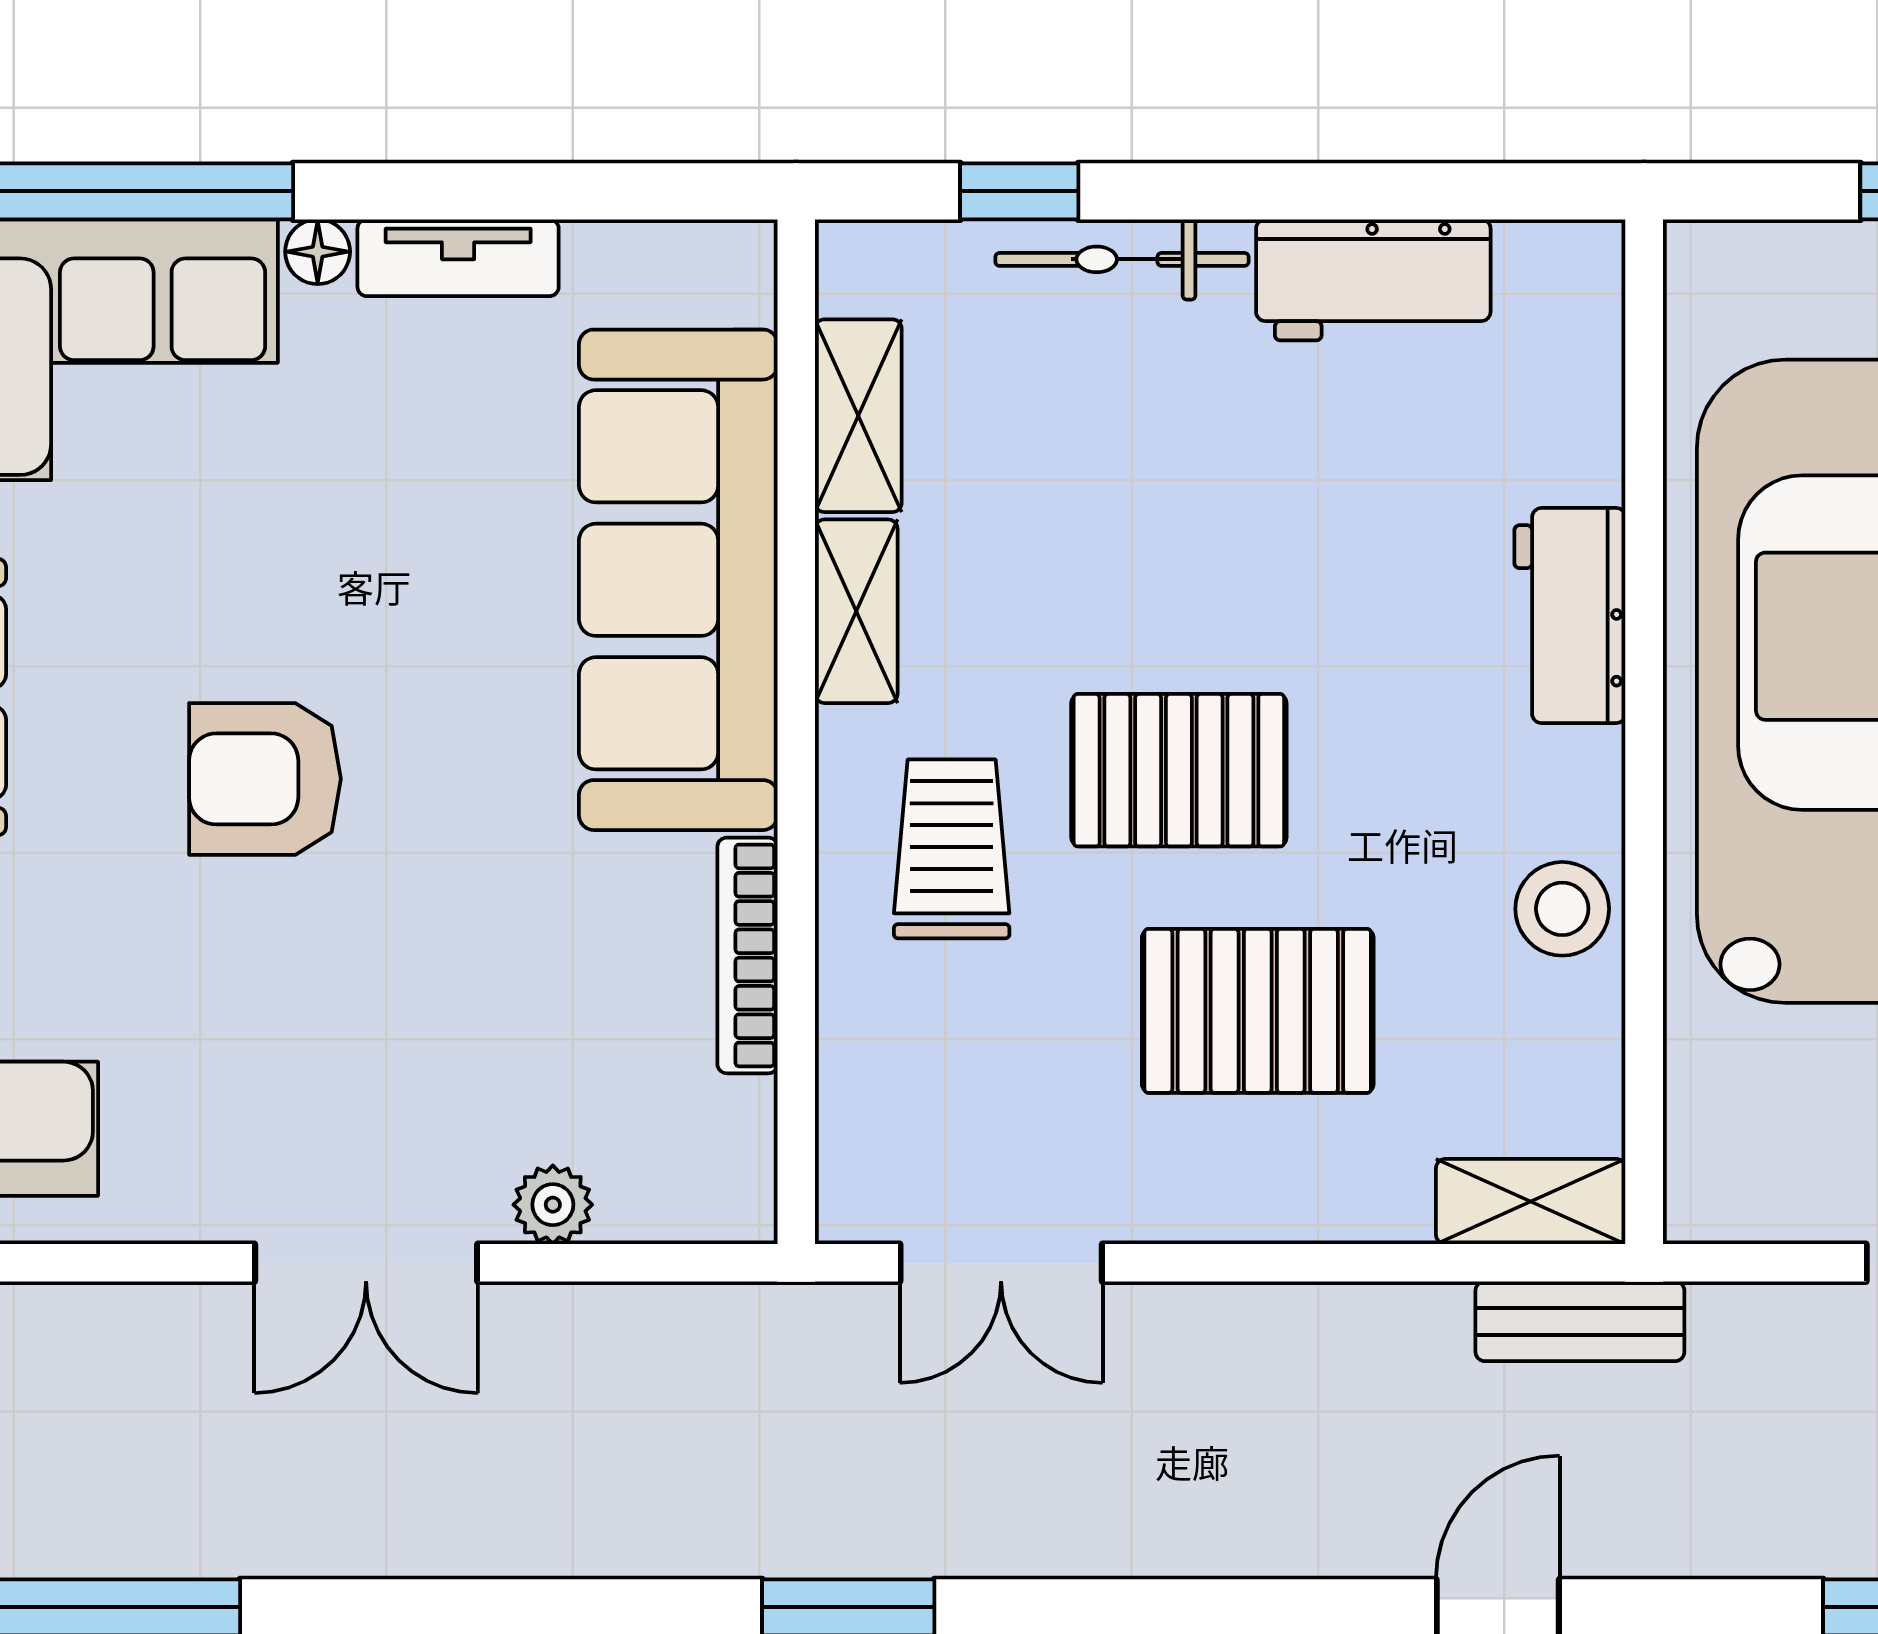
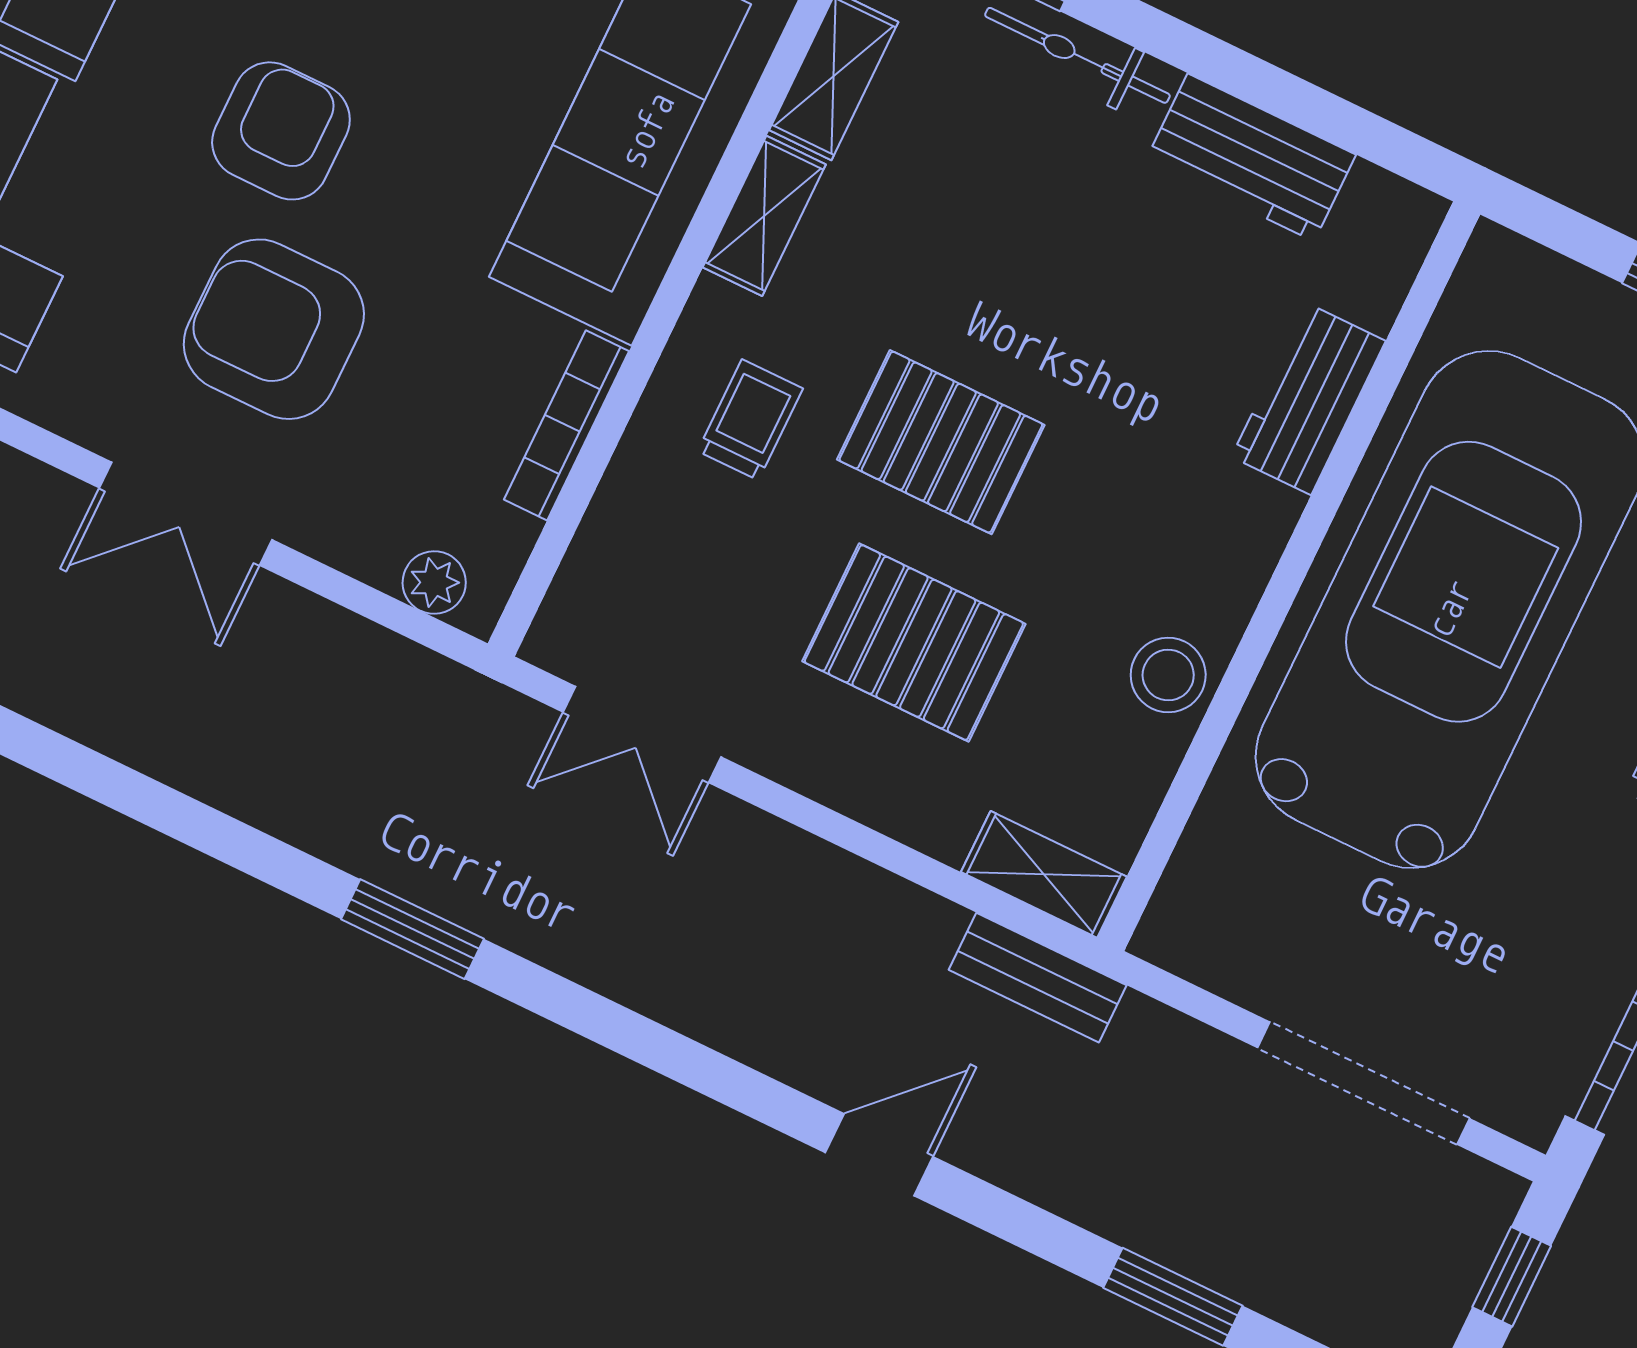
workbench: (1570, 616) -> (1308, 399), moved
armchair: (265, 779) -> (281, 131), turned 90
trolley: (952, 849) -> (750, 420), width x0.73, depth x0.72
armchair: (365, 1006) -> (274, 329), added
plant: (553, 1205) -> (434, 582), moved

